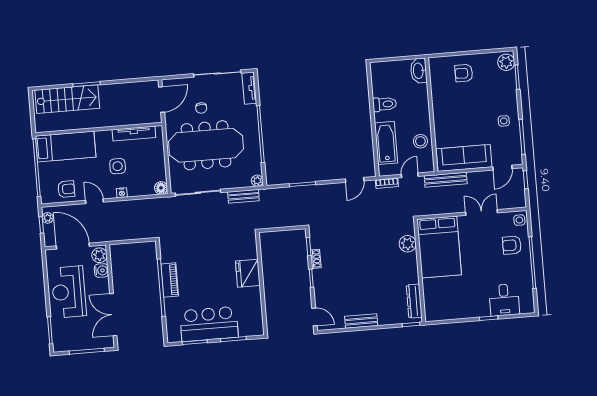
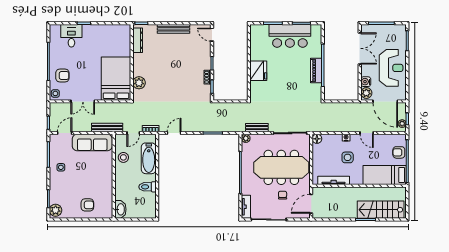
armchair: (66, 189) -> (399, 152), moved
bench: (361, 321) -> (173, 29), width x1.36

